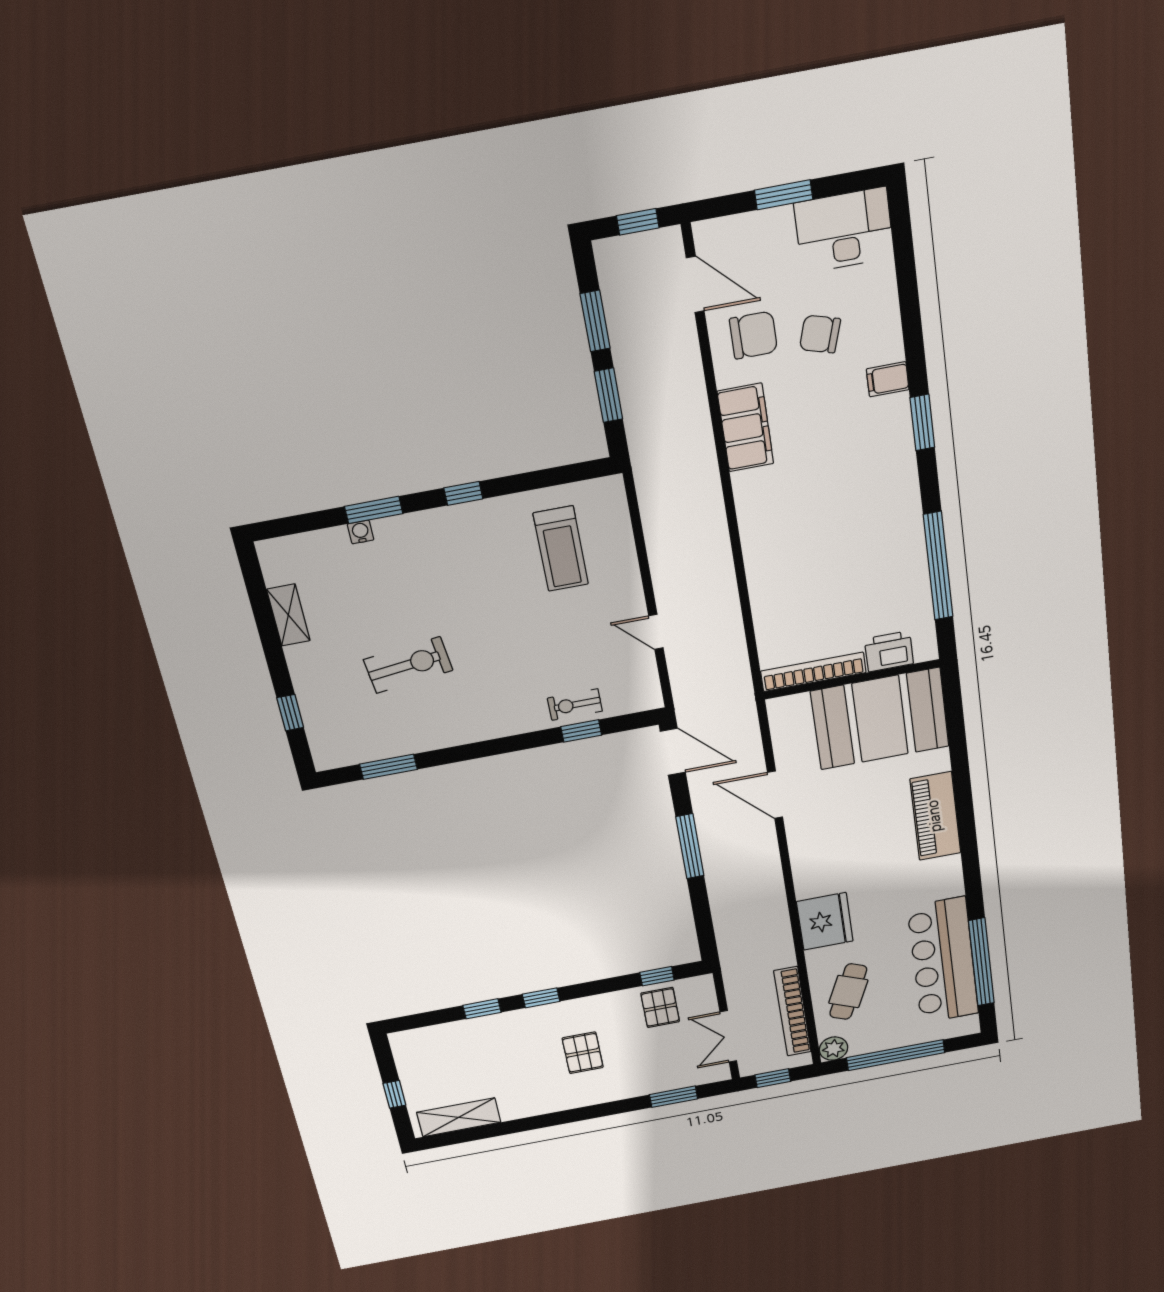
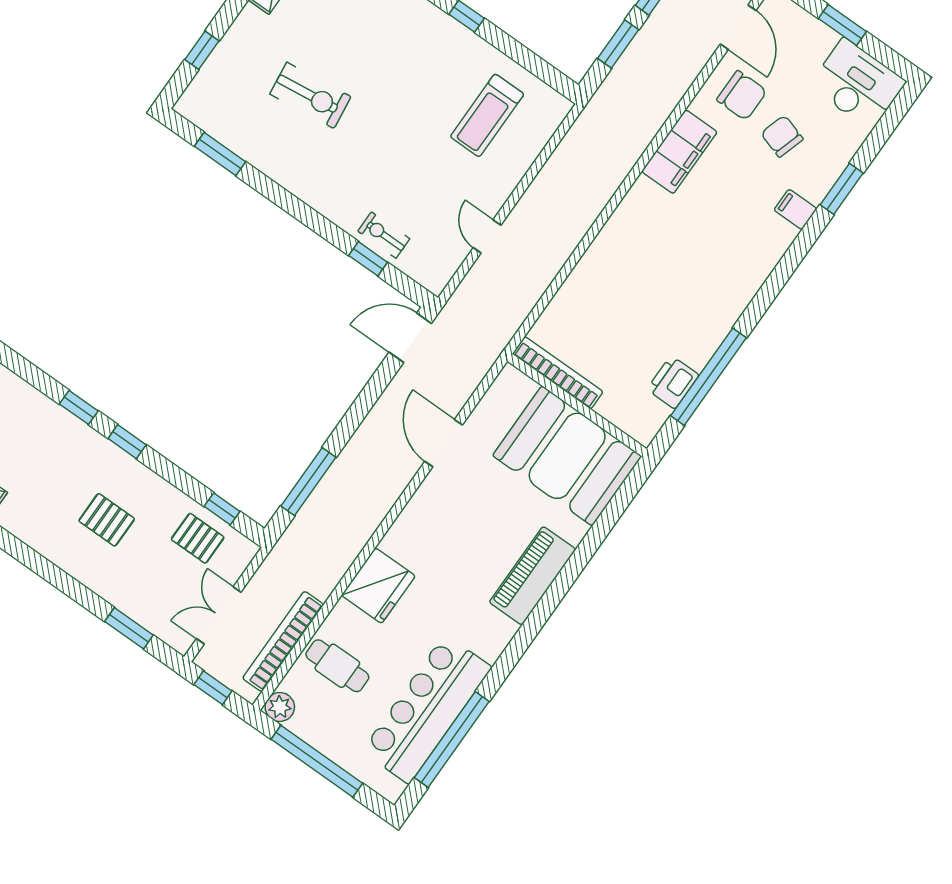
window: (922, 423) -> (842, 189), moved
printer: (889, 651) -> (673, 382), moved, turned -90
door: (673, 752) -> (410, 338), swing flipped
window: (690, 846) -> (308, 482), moved
cafe table: (848, 992) -> (337, 666), turned 67
pallet: (660, 1007) -> (198, 538), turned 90
pallet: (583, 1053) -> (107, 520), turned 90

